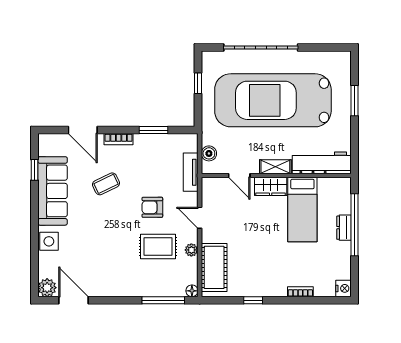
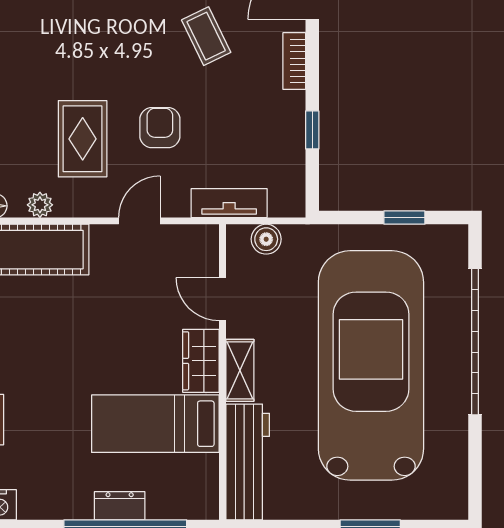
window: (154, 130) -> (312, 130), width x0.67
door: (239, 176) -> (223, 299), hinge flipped
plant: (191, 250) -> (40, 205), moved

